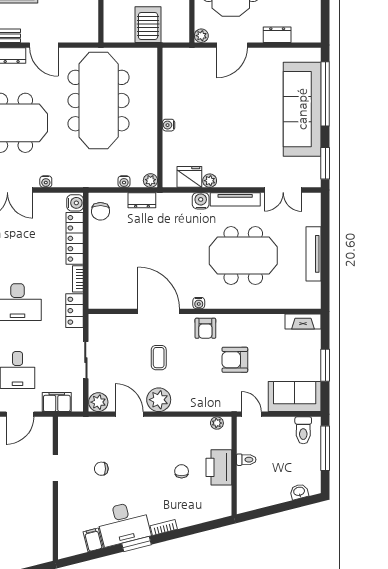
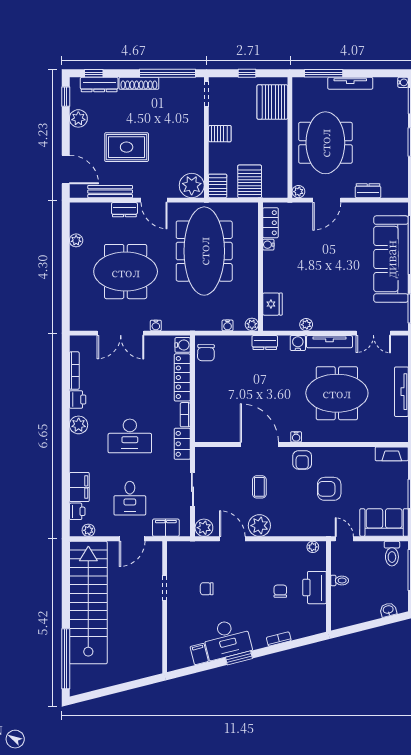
plant: (85, 29) -> (192, 185), added
server rack: (113, 30) -> (218, 186), added
locker: (171, 70) -> (270, 223), added
water cooler: (169, 125) -> (268, 245), moved
fridge: (189, 177) -> (272, 304), moved, turned 90
dresser: (142, 200) -> (265, 343), moved
bookcase: (164, 527) -> (279, 639), moved

